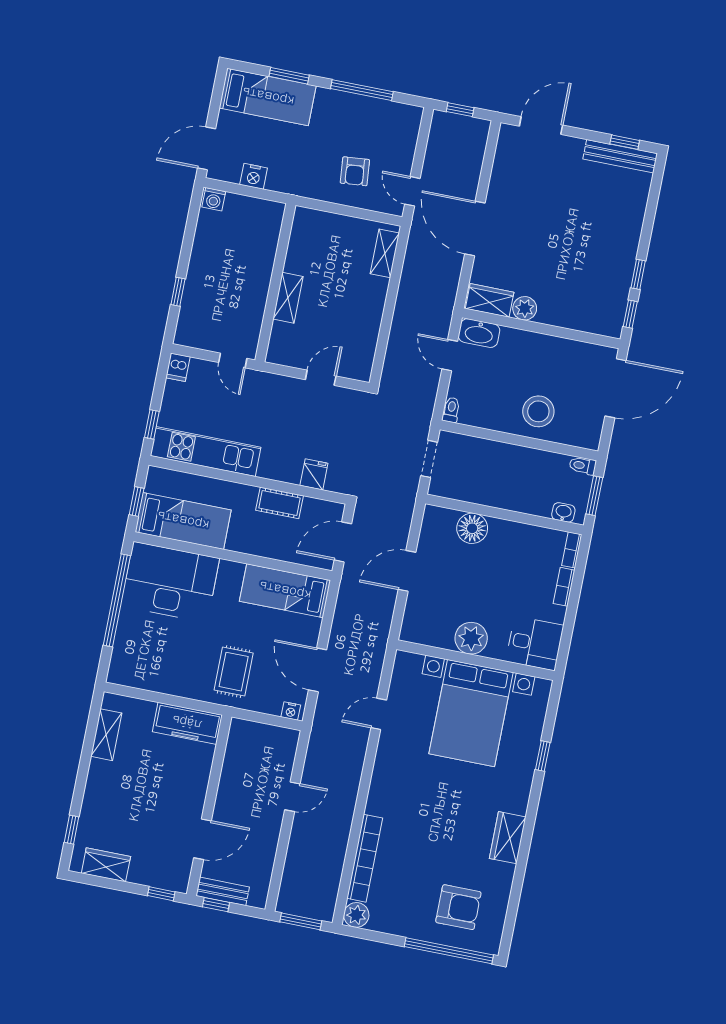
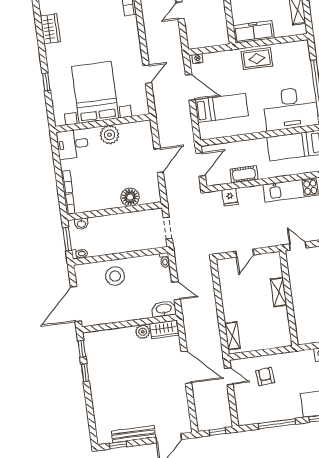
bench: (620, 156) -> (133, 434), moved
bed: (285, 591) -> (222, 108), moved
rug: (234, 672) -> (257, 59), moved, turned 90

